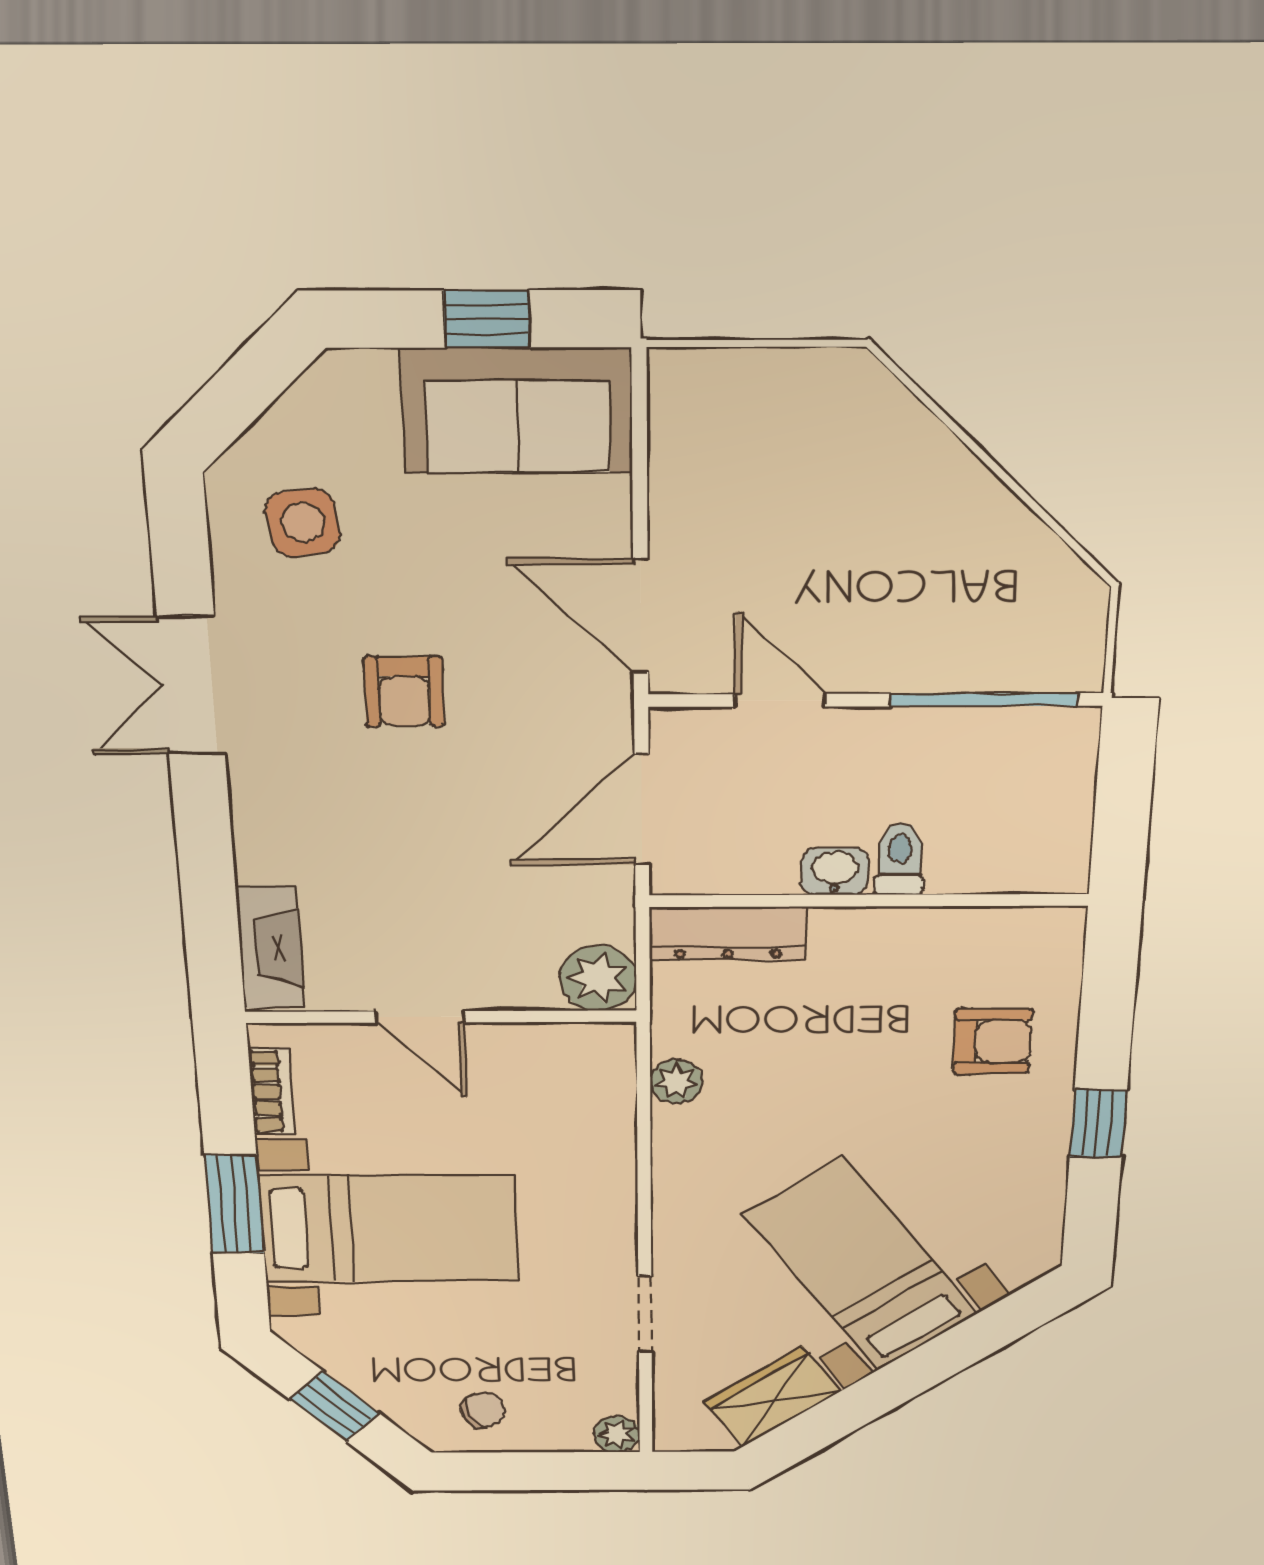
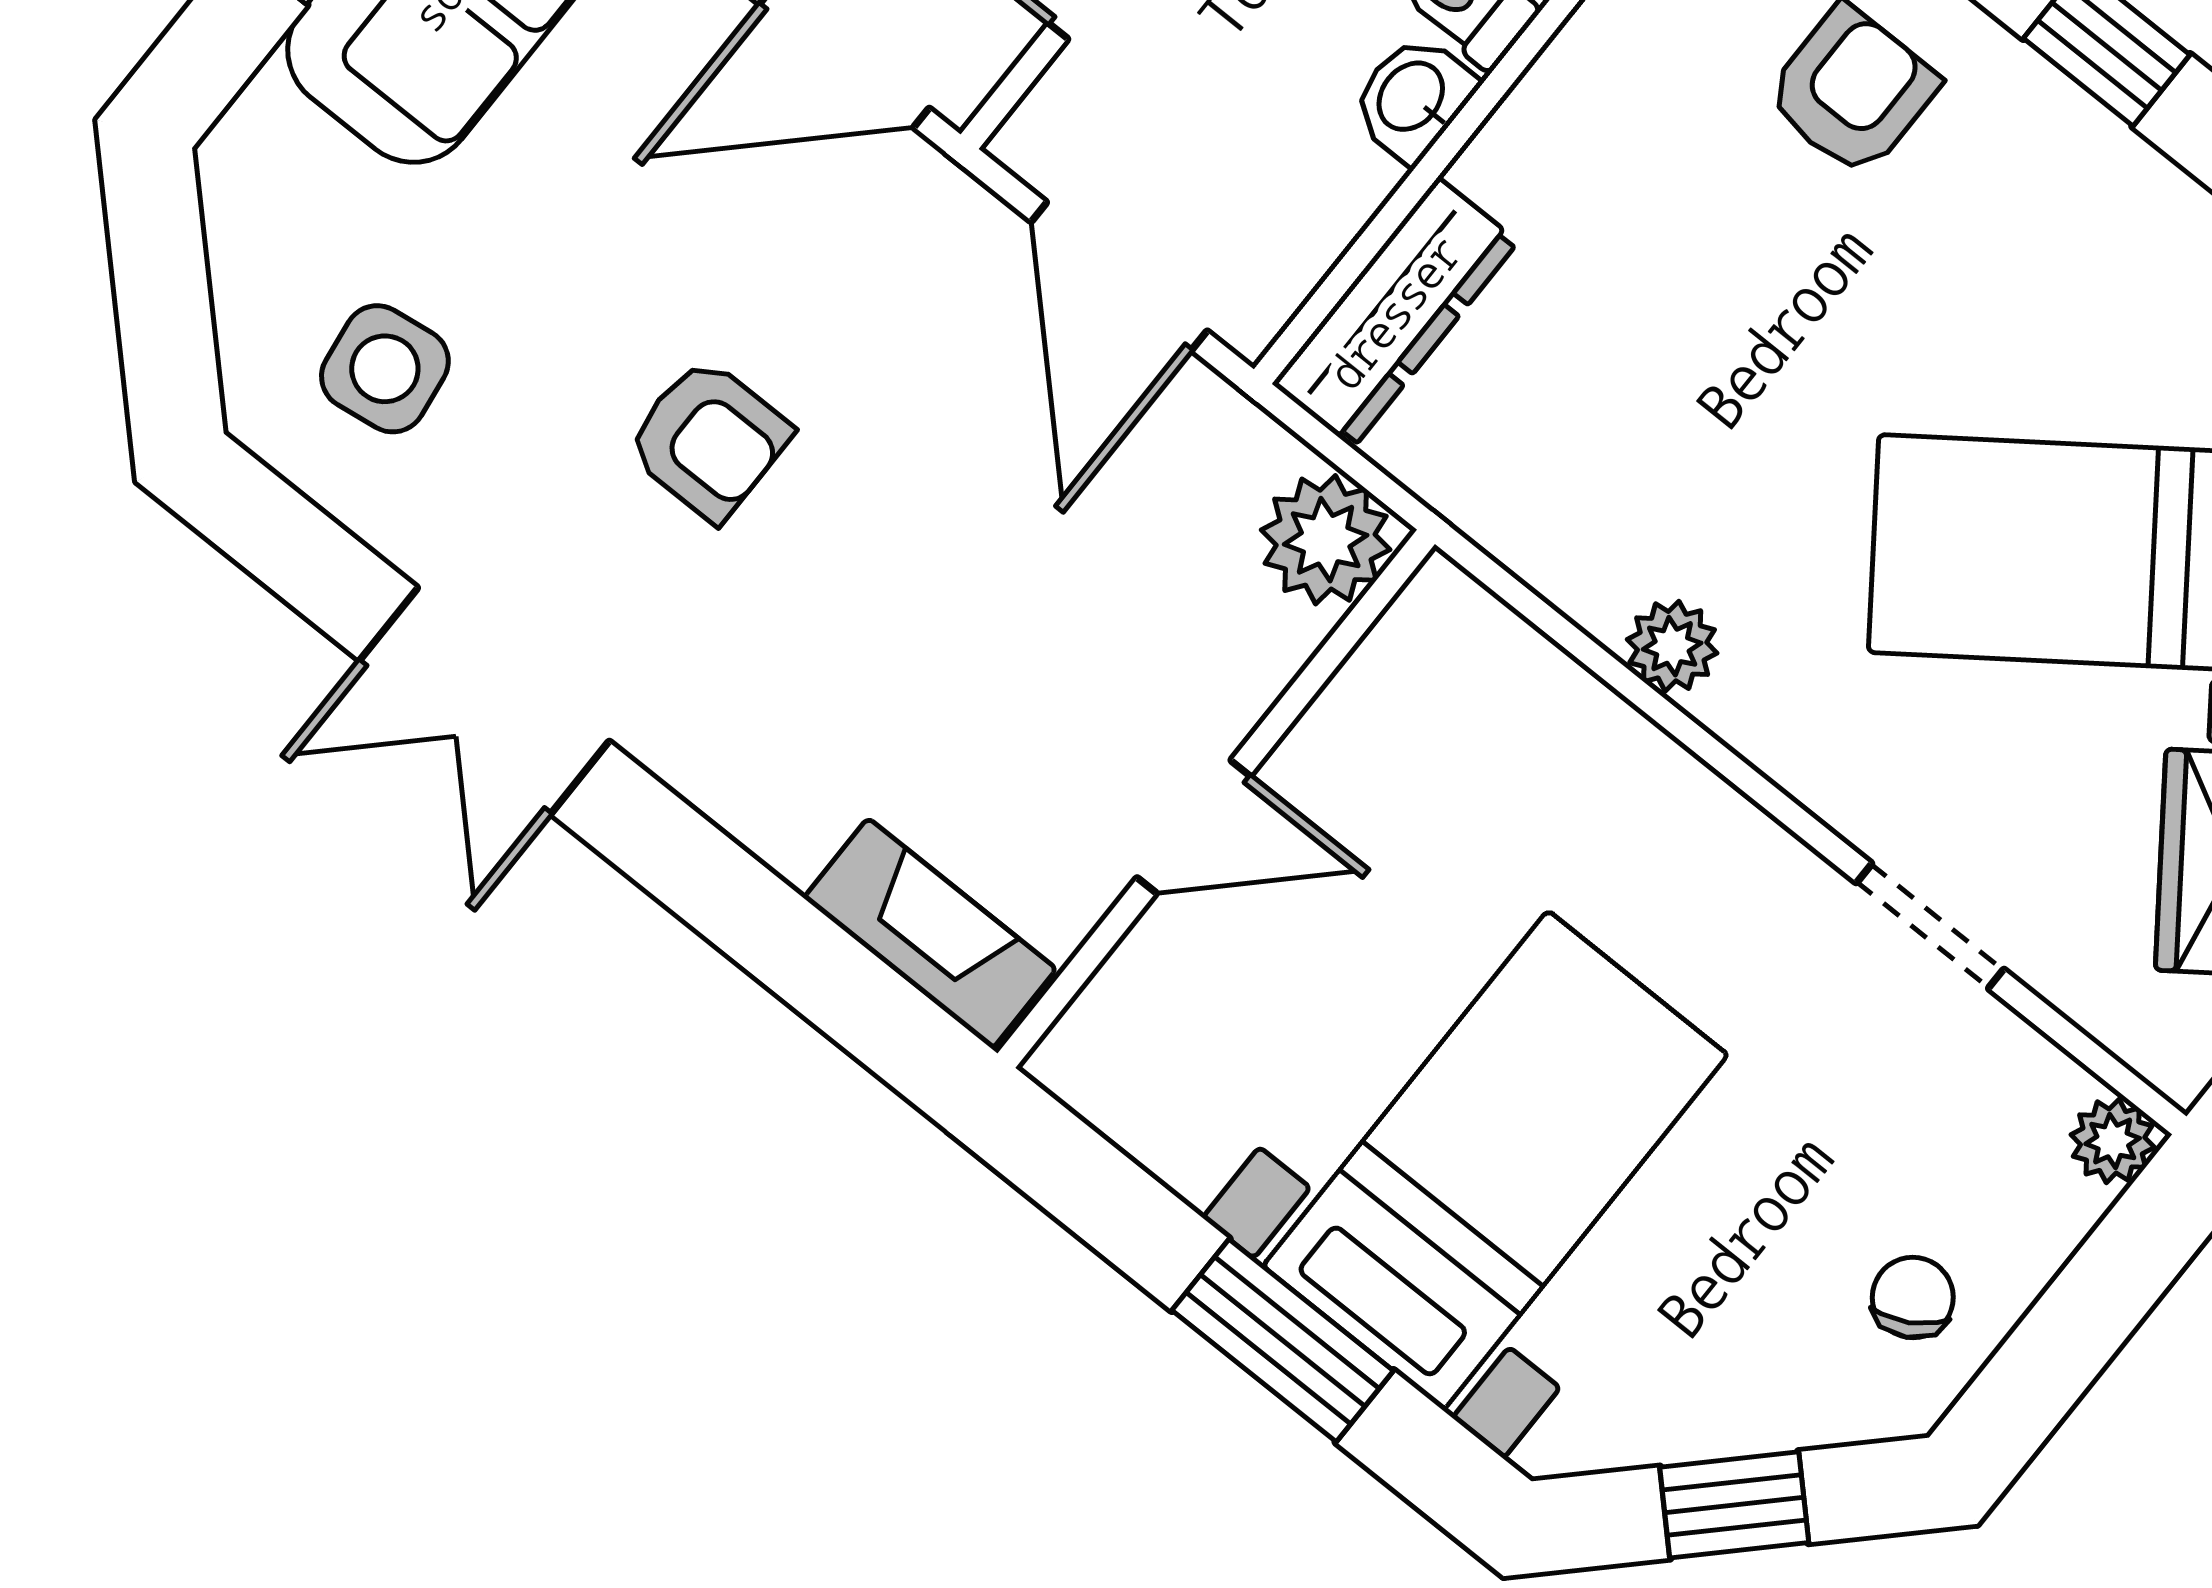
plant: (676, 1081) -> (1672, 646), moved
bookcase: (272, 1092) -> (1148, 1128), removed

